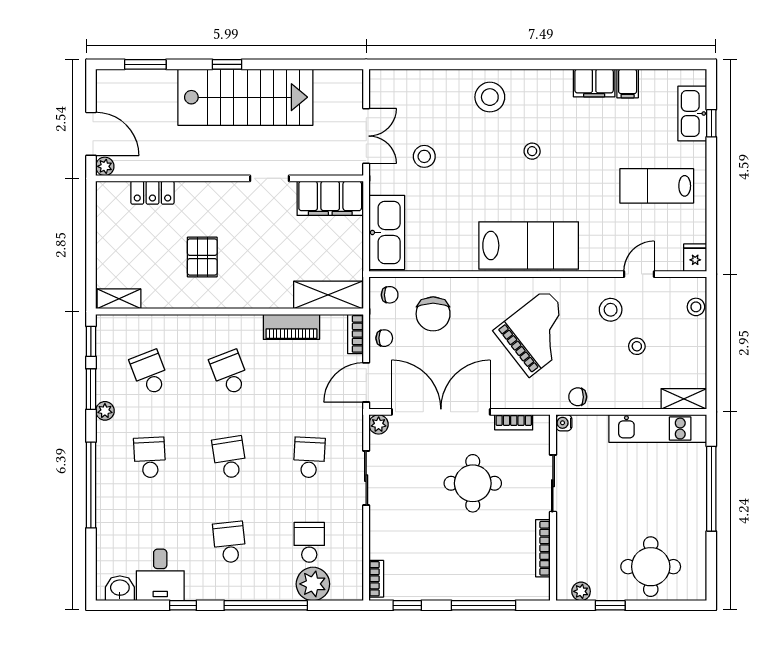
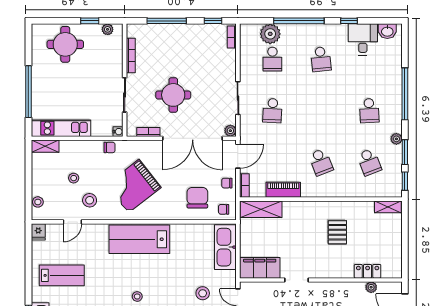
plant: (105, 166) -> (371, 287), moved
school desk: (229, 457) -> (321, 111), removed

